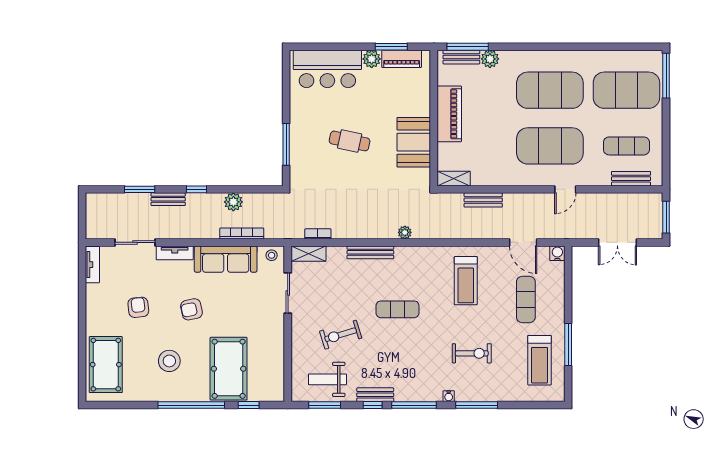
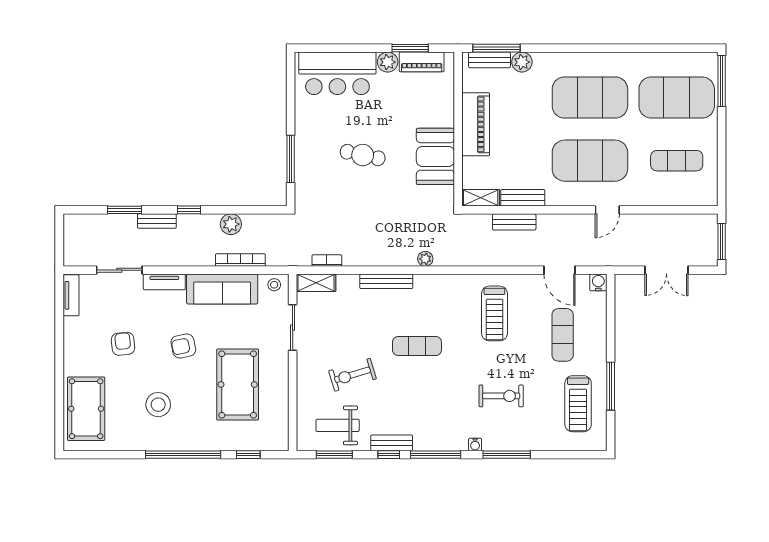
bench: (631, 179) -> (523, 198), moved
pool table: (229, 369) -> (238, 385), moved

